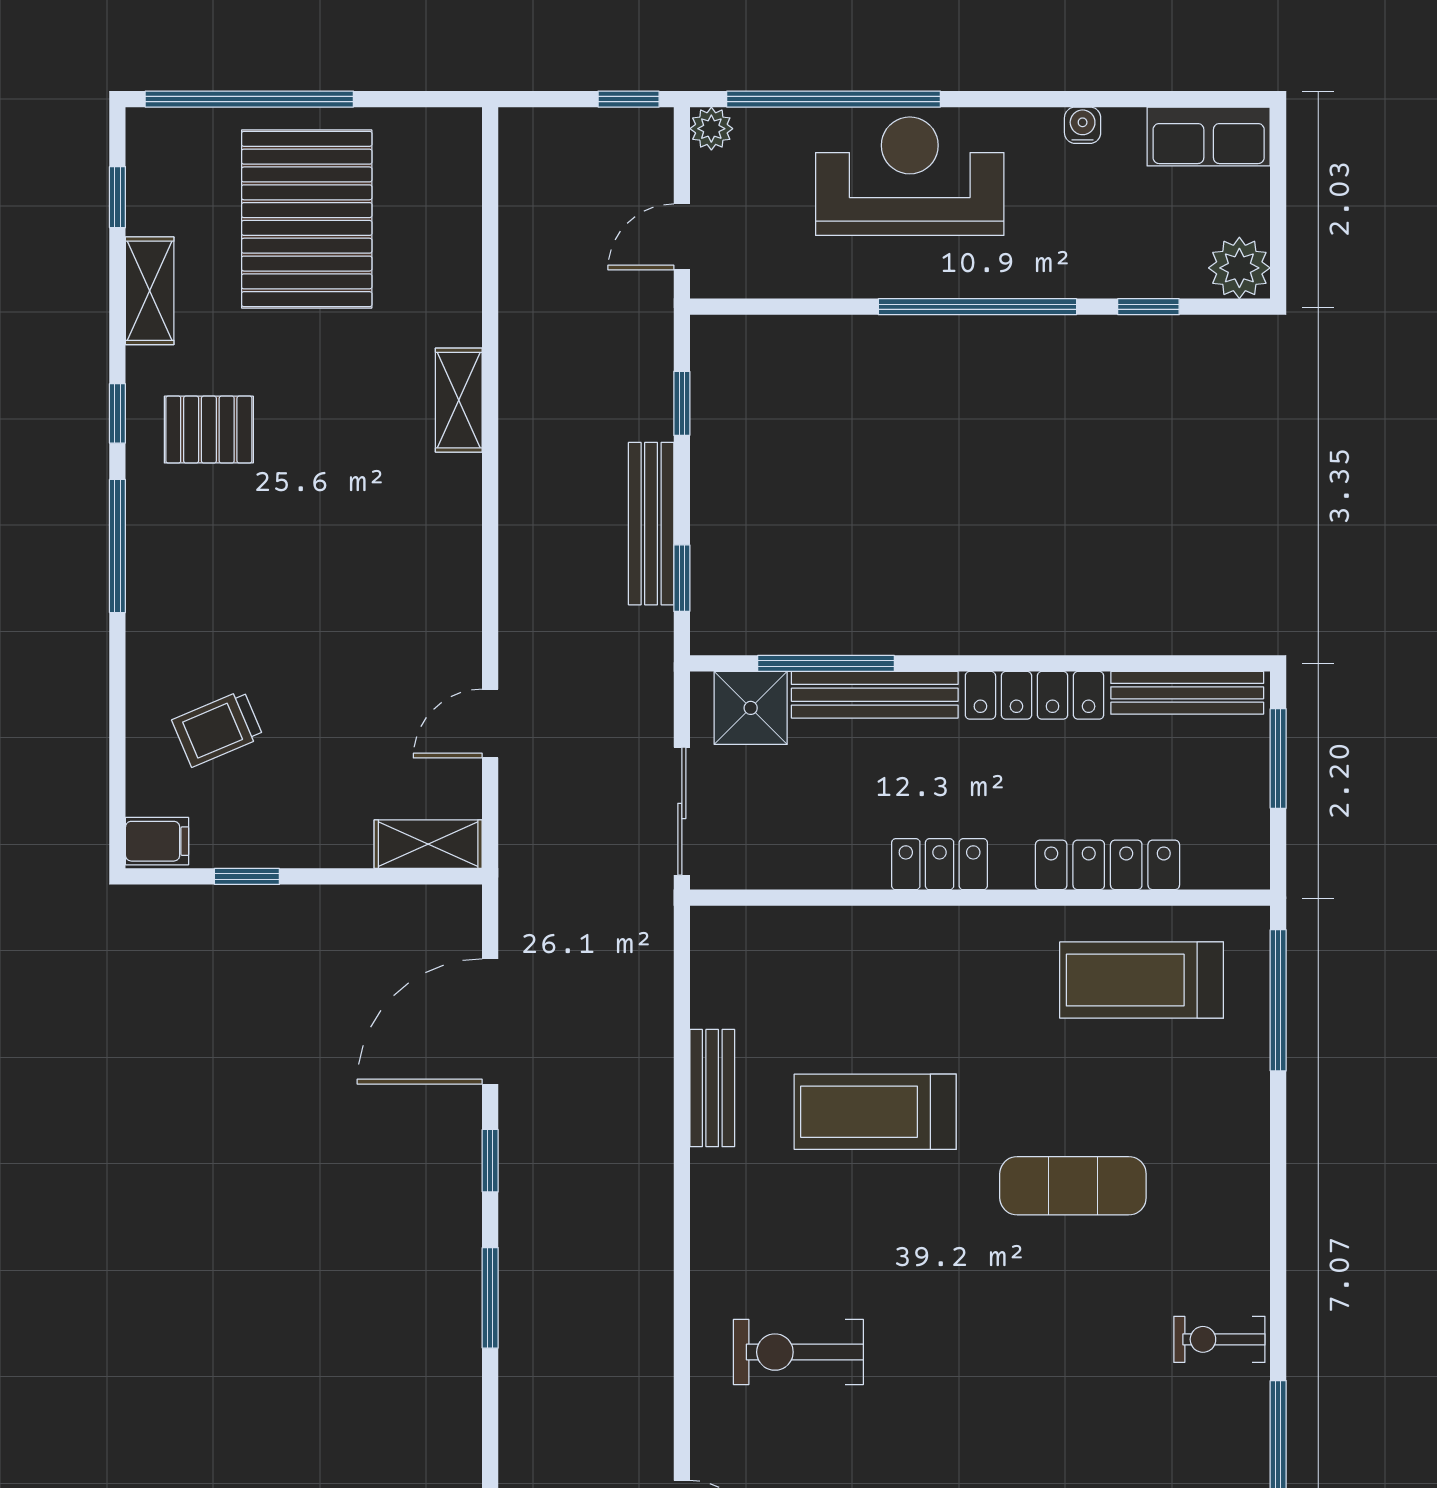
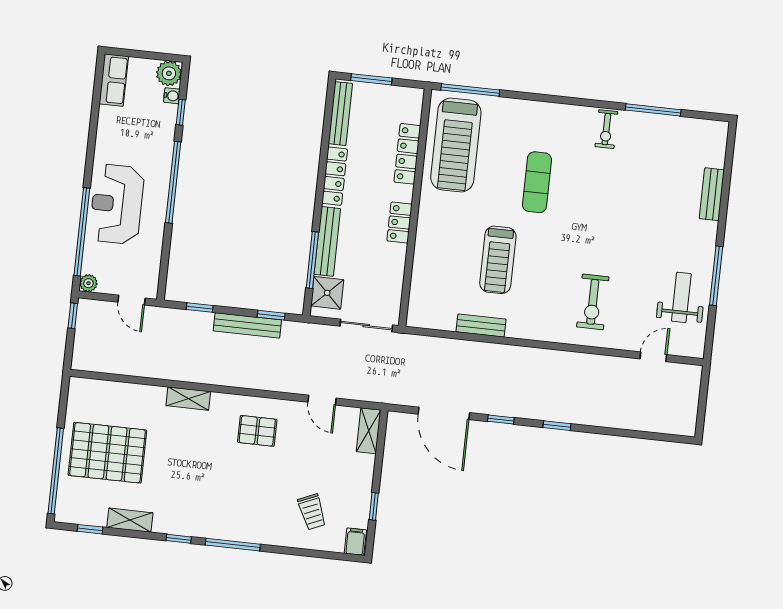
water cooler: (1083, 125) -> (172, 96), moved, turned 180
pallet: (209, 430) -> (257, 431), moved, turned 90
treadmill: (1142, 980) -> (456, 145), width x1.37, depth x1.38
window: (490, 1298) -> (557, 426), width x0.67

